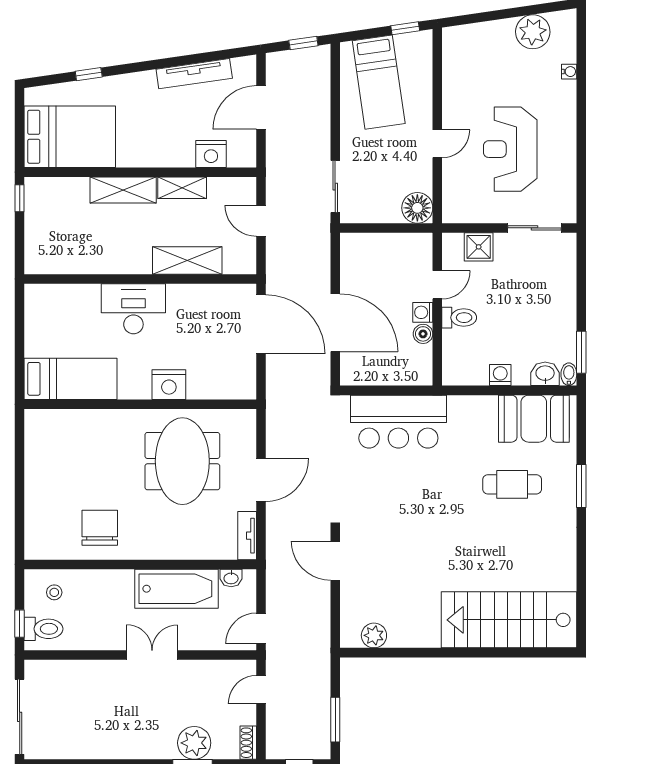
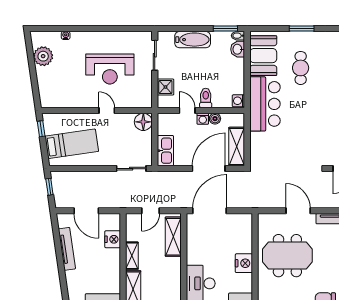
kitchen sink: (367, 247) -> (165, 151), added
shelving: (187, 260) -> (173, 237), moved
bathtub: (562, 295) -> (193, 40), added
shelving: (374, 372) -> (237, 147), added
washing machine: (500, 375) -> (238, 101), moved
bar counter: (398, 422) -> (265, 104), moved

